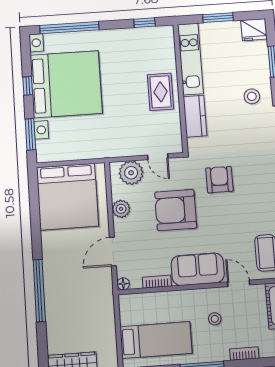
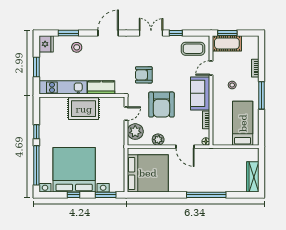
window: (145, 23) -> (36, 132), moved
rug: (161, 92) -> (84, 109), width x1.36, depth x1.43
stool: (252, 96) -> (77, 47), moved

